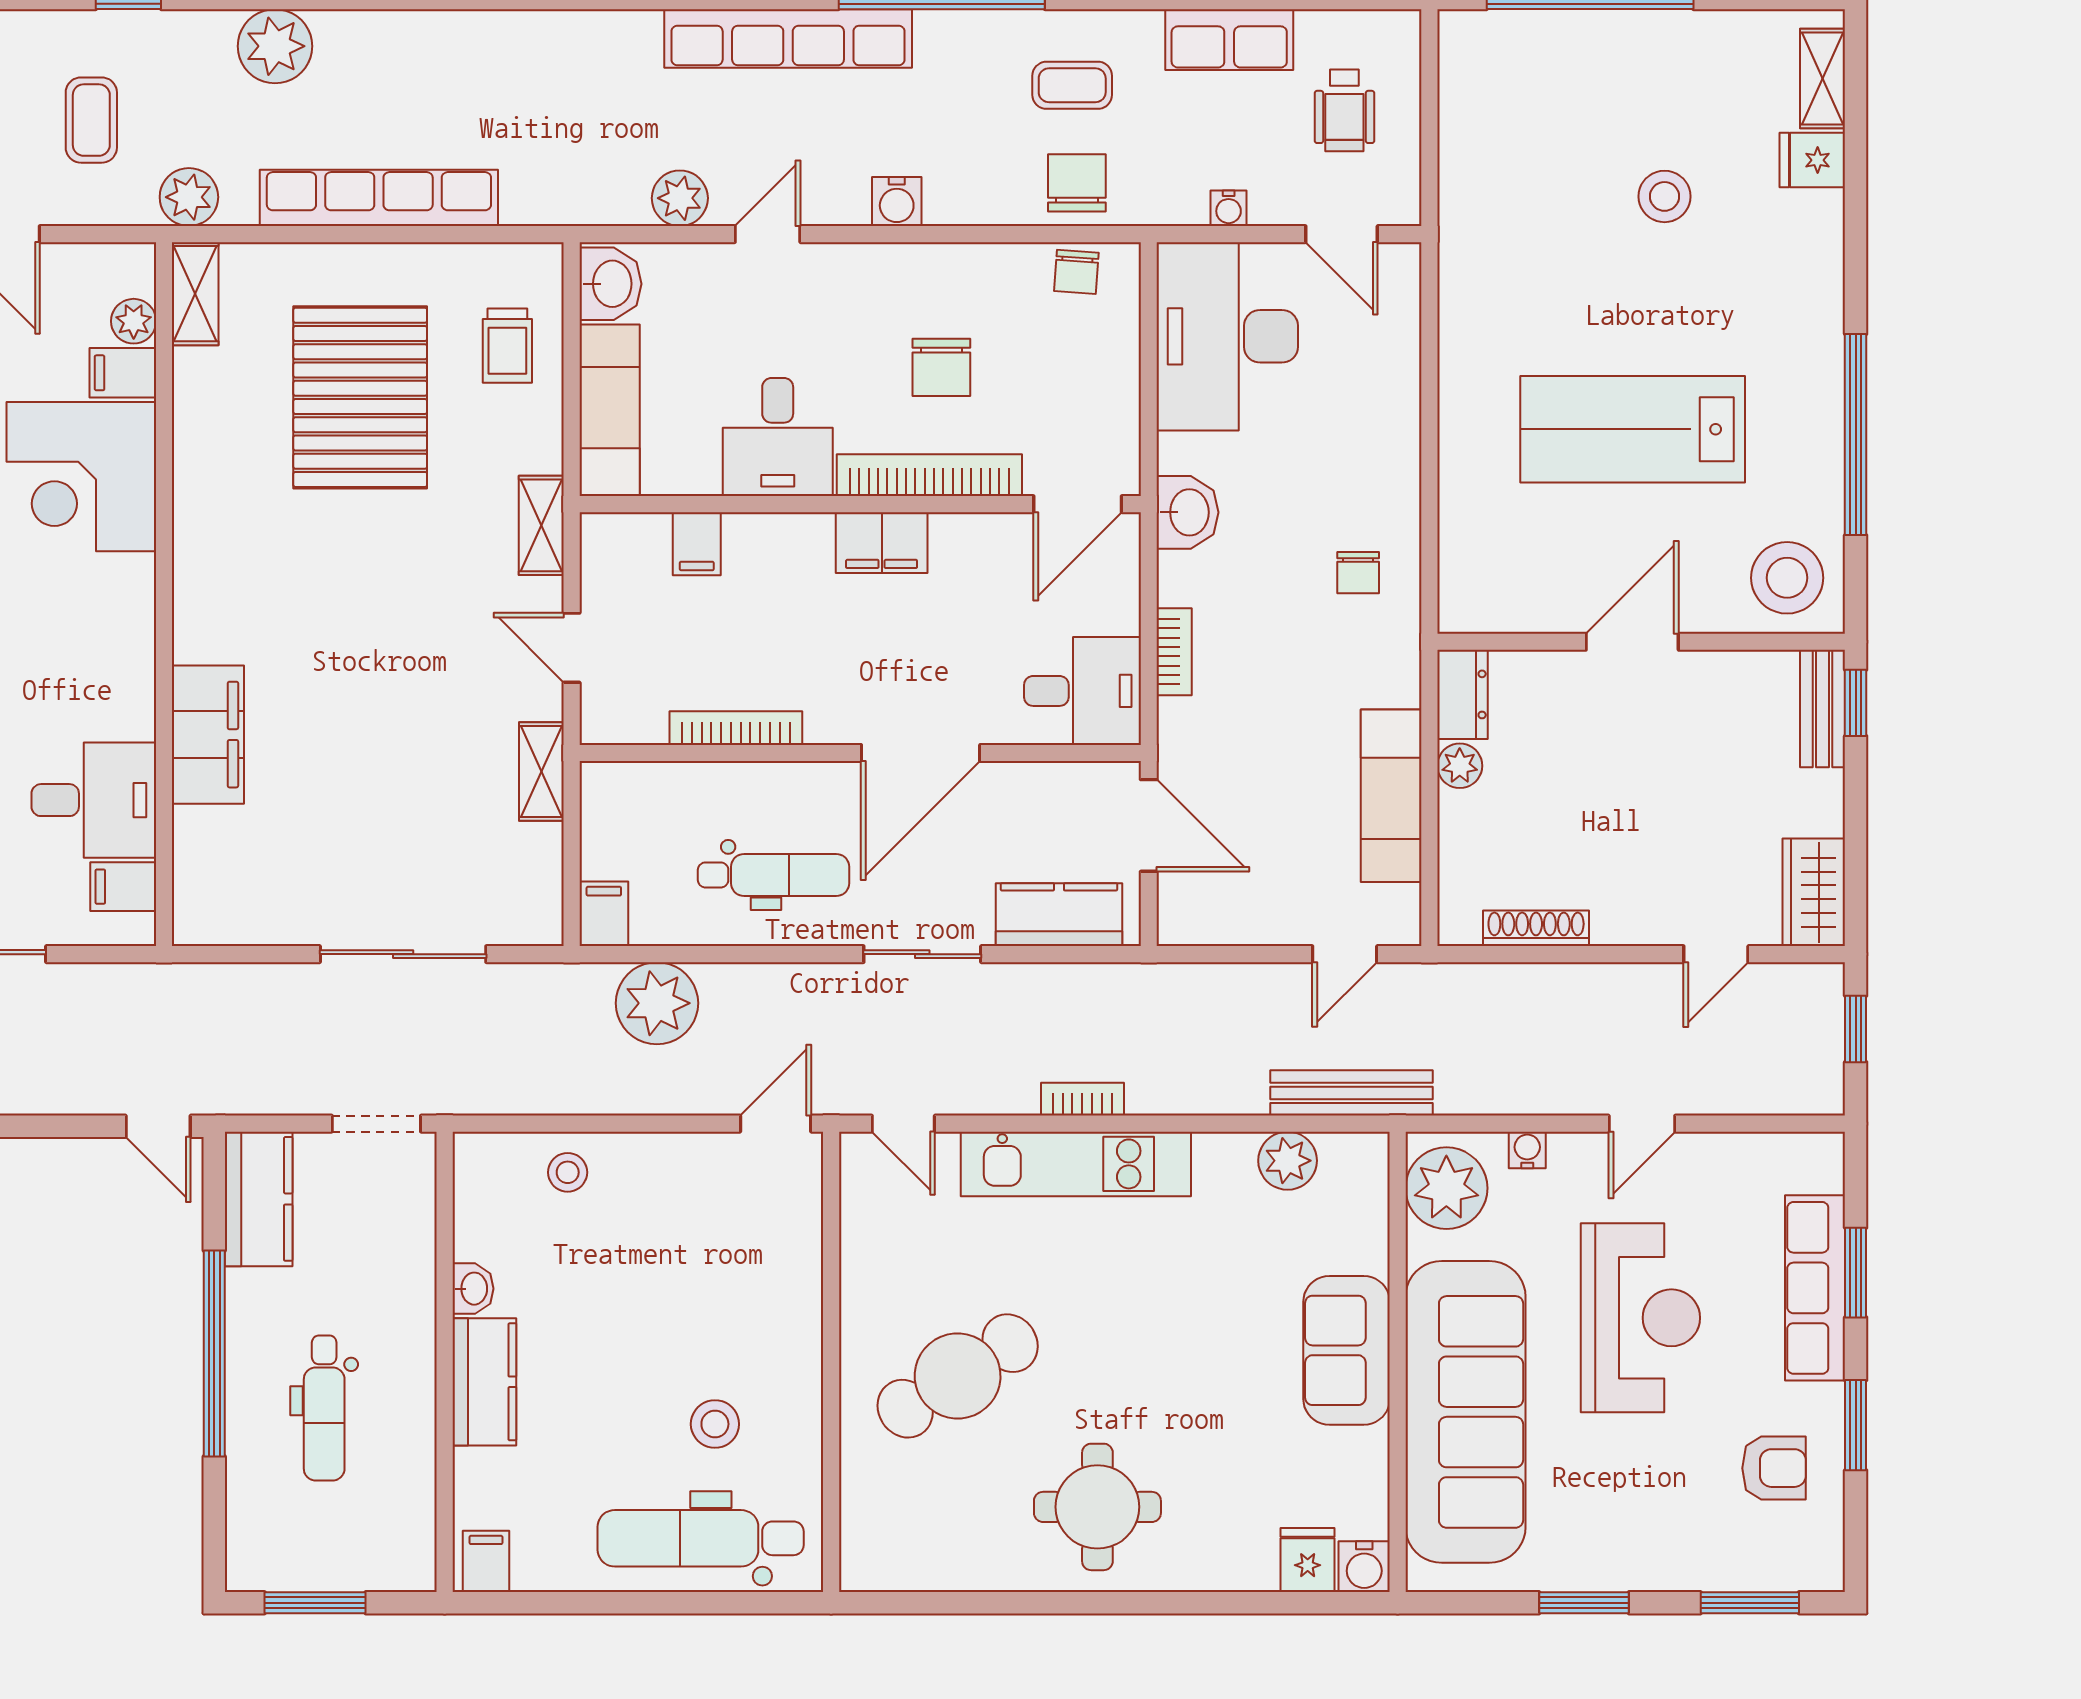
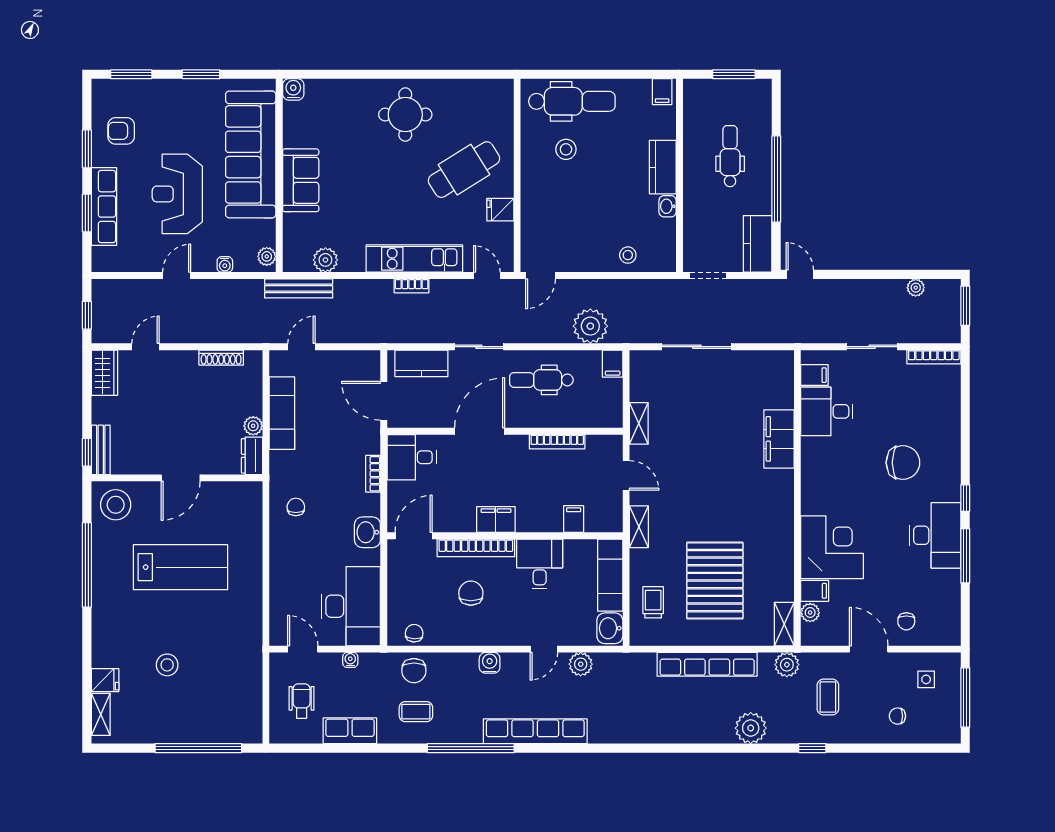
plant: (1446, 1188) -> (267, 256), width x0.53, depth x0.53
fridge: (1308, 1560) -> (500, 210), moved, turned 90

